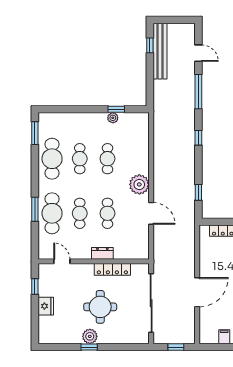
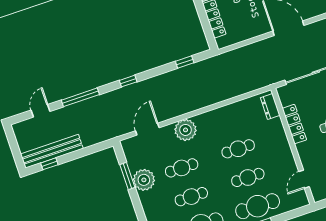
window: (116, 109) -> (127, 176), width x1.50
plant: (113, 118) -> (144, 180), width x1.87, depth x1.87
plant: (139, 184) -> (186, 130), moved
door: (151, 213) -> (147, 129), moved
dresser: (102, 253) -> (270, 107), moved

